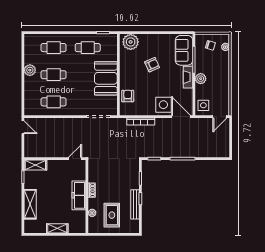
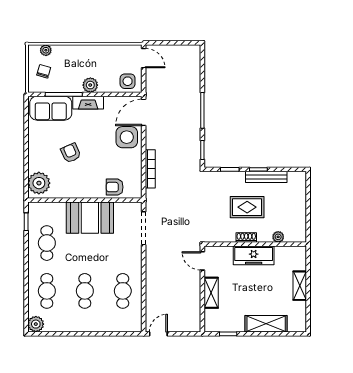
plant: (30, 70) -> (36, 324), moved
shelving: (35, 165) -> (211, 293), moved
rug: (112, 215) -> (247, 207), moved

